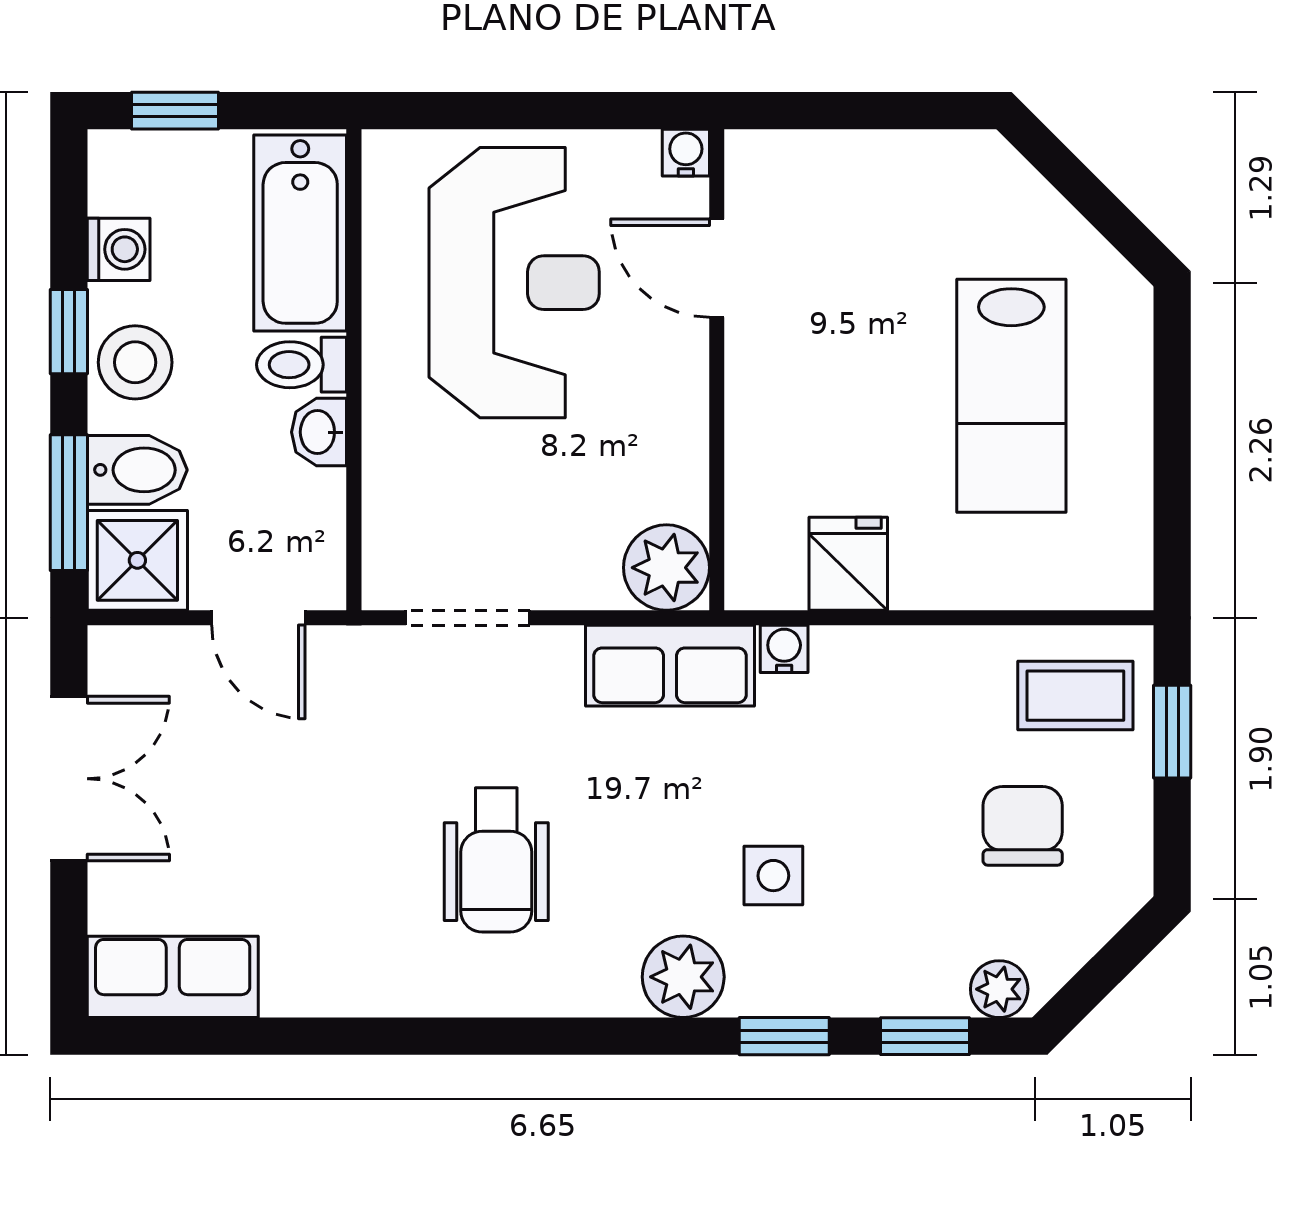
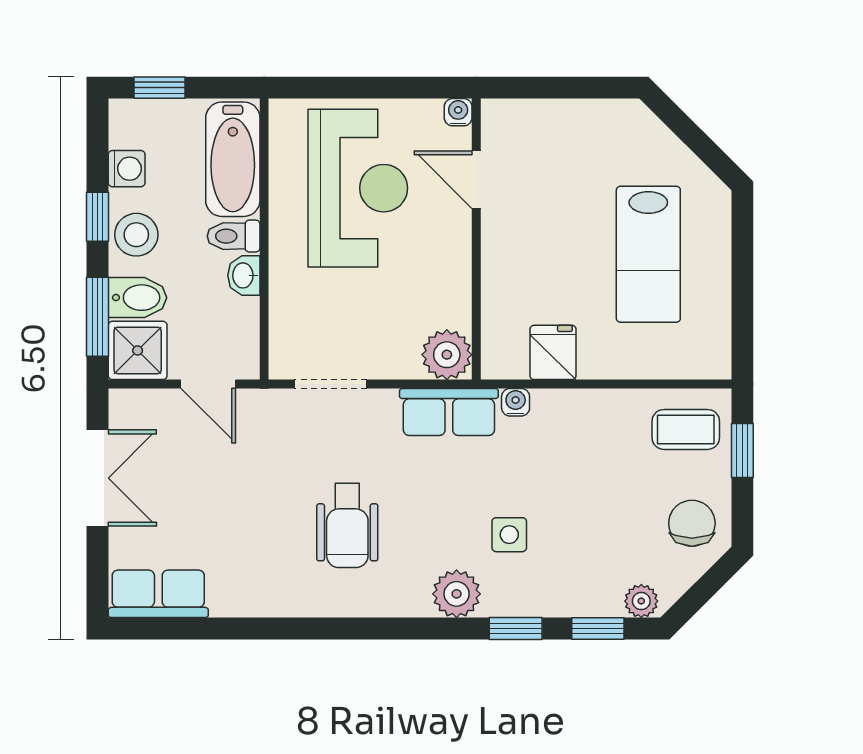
chair: (1023, 826) -> (692, 523), moved

